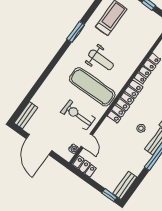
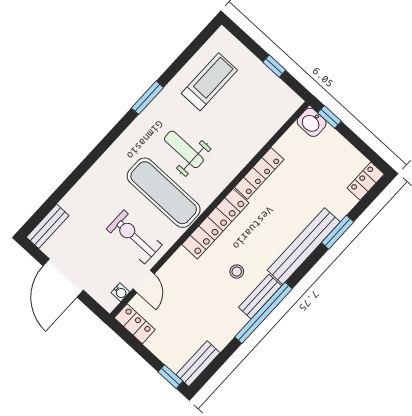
weight bench: (101, 60) -> (184, 149), turned 180

